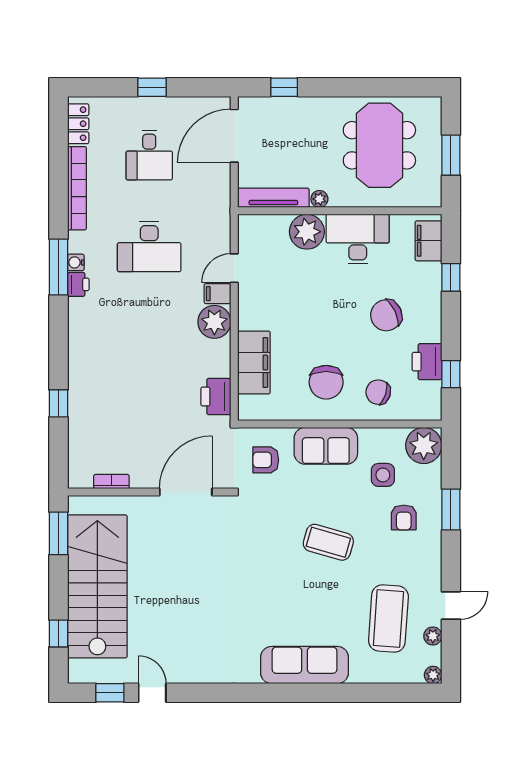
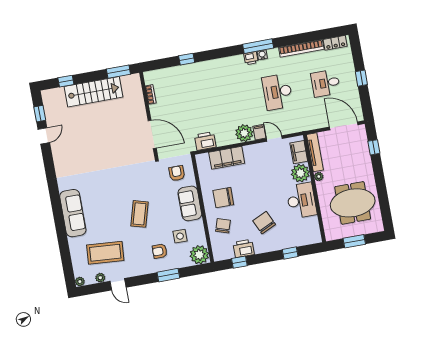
filing cabinet: (428, 241) -> (299, 152), moved, turned -90
stairs: (97, 586) -> (93, 92), width x0.73, depth x0.66

